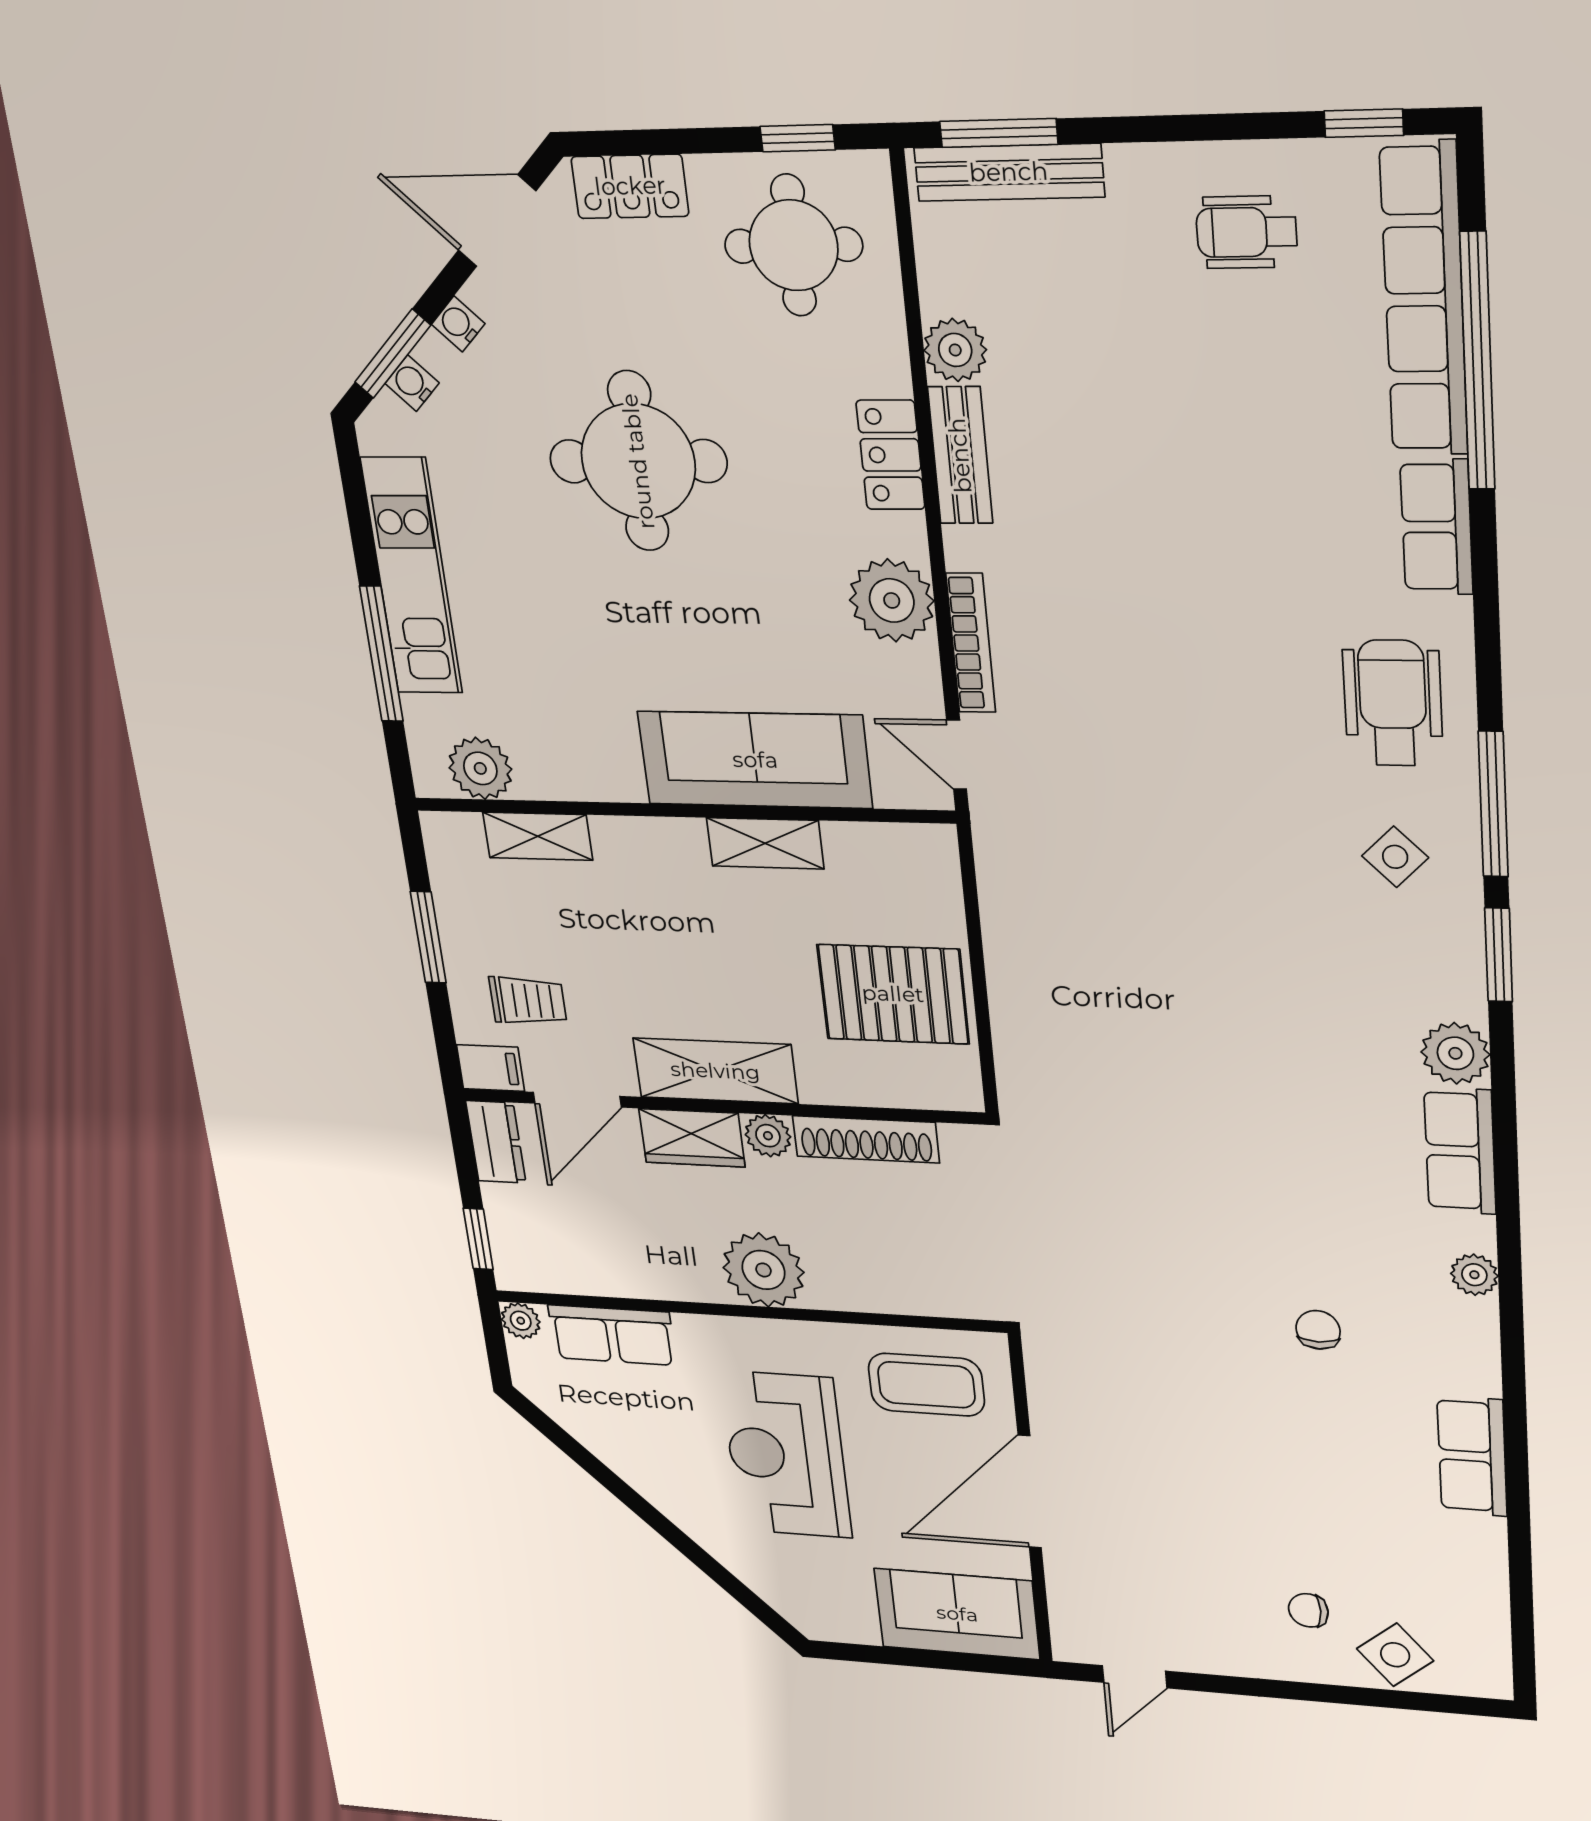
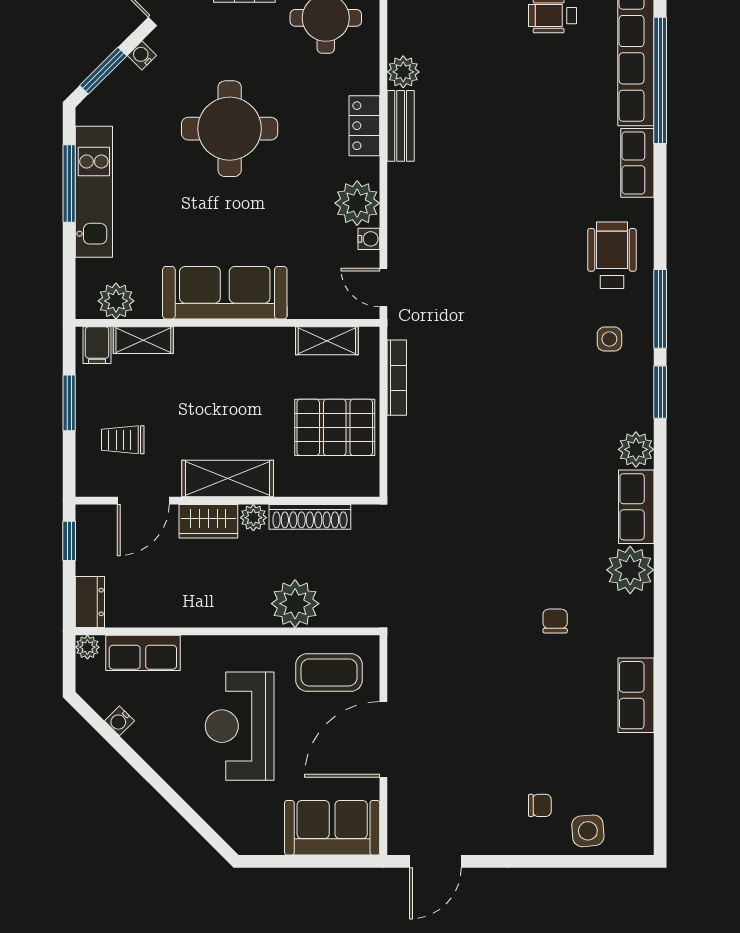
water cooler: (412, 383) -> (369, 239), moved, turned 135
bookcase: (971, 643) -> (397, 378), moved
window: (381, 654) -> (69, 183), moved
sofa: (755, 760) -> (225, 293), moved
shelving: (765, 843) -> (327, 341), moved
side table: (1395, 857) -> (609, 339), turned 45
trolley: (528, 1001) -> (123, 440), turned 180
filing cabinet: (491, 1068) -> (97, 345), moved, turned 90
dresser: (496, 1142) -> (90, 602), moved
window: (478, 1239) -> (69, 541), moved
plant: (763, 1270) -> (295, 604), moved
plant: (1474, 1275) -> (630, 570), width x1.88, depth x1.88
water cooler: (590, 1433) -> (119, 721), added
chair: (1308, 1610) -> (540, 805), turned 180
side table: (1395, 1655) -> (588, 831), turned 35
door: (1135, 1677) -> (435, 861), width x1.38

